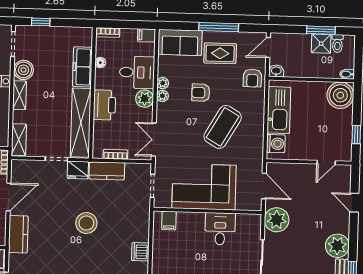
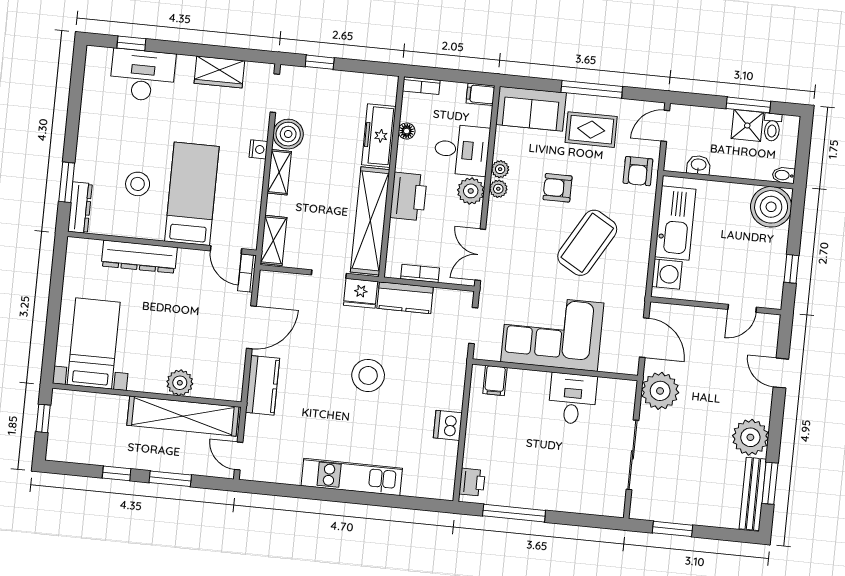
washbasin: (276, 71) -> (699, 165), moved

